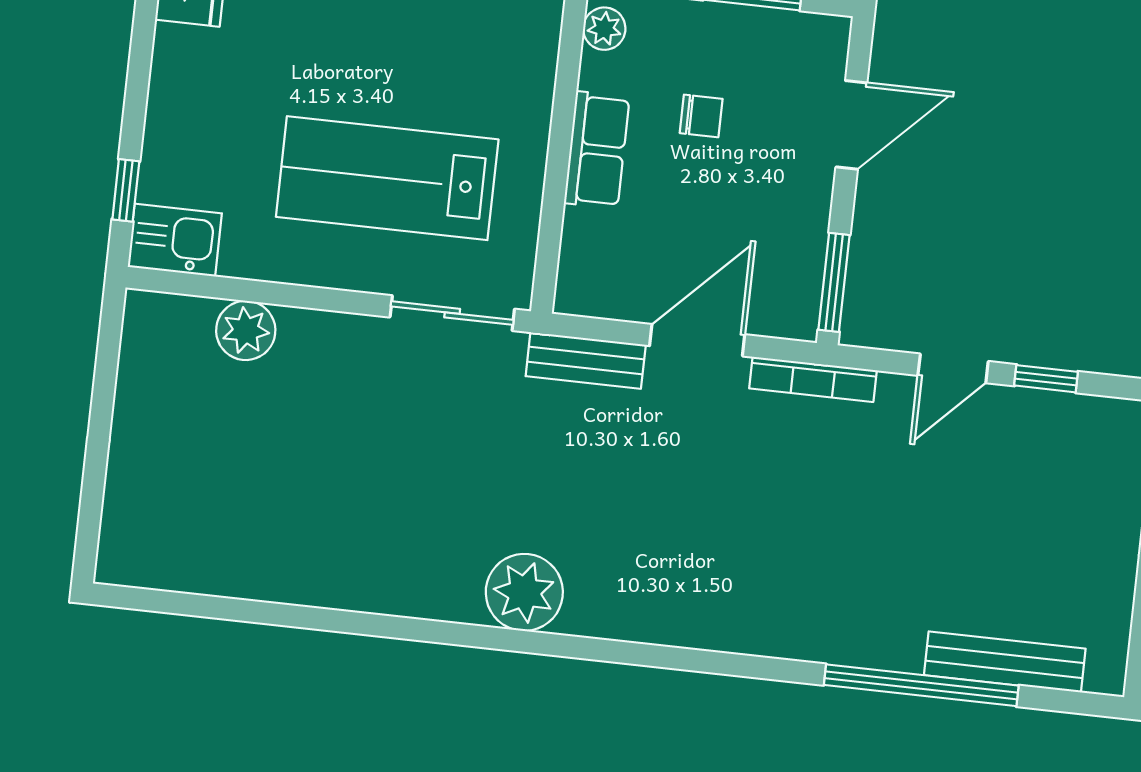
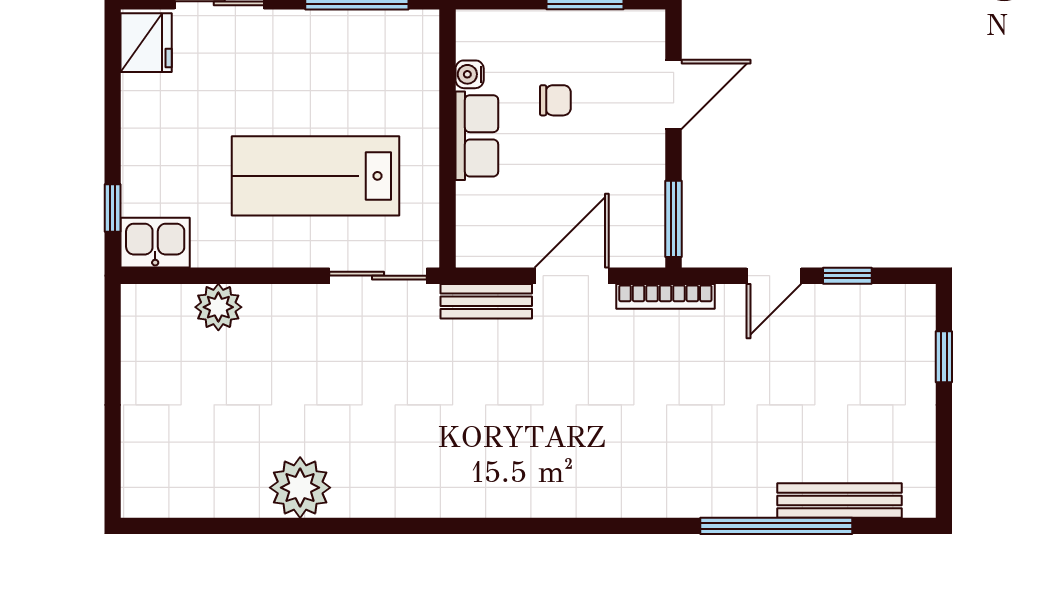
plant: (604, 29) -> (472, 40), removed
water cooler: (596, 71) -> (470, 74), added
plant: (524, 592) -> (300, 488), moved

